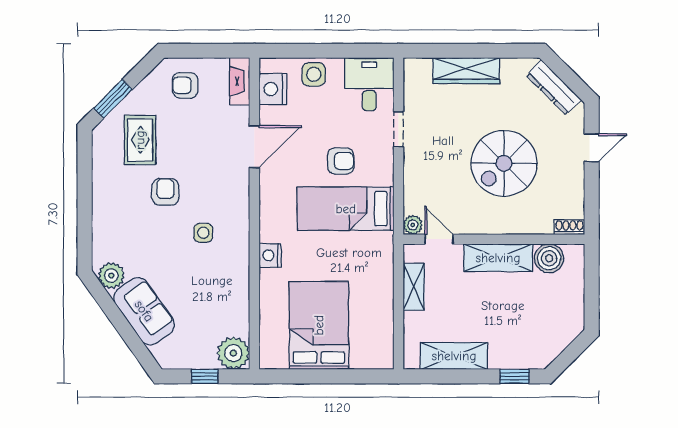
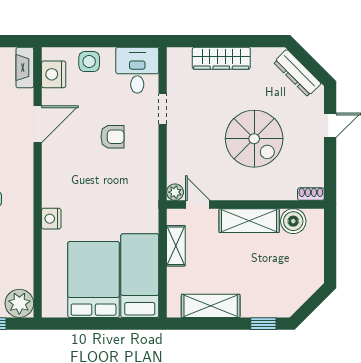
spiral stairs: (504, 163) -> (254, 139), turned -90
bed: (346, 209) -> (140, 276), moved, turned 90

